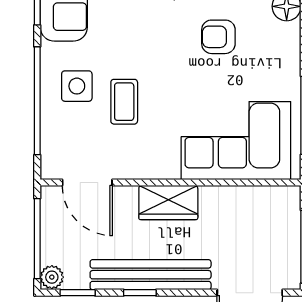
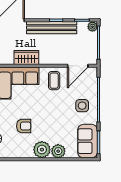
coffee table: (124, 102) -> (54, 81), moved
door: (87, 182) -> (78, 66), swing flipped
wardrobe: (168, 202) -> (26, 58), moved

